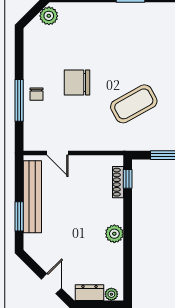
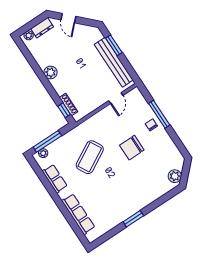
chair: (77, 83) -> (132, 148), turned 180
door: (58, 153) -> (116, 98), swing flipped

